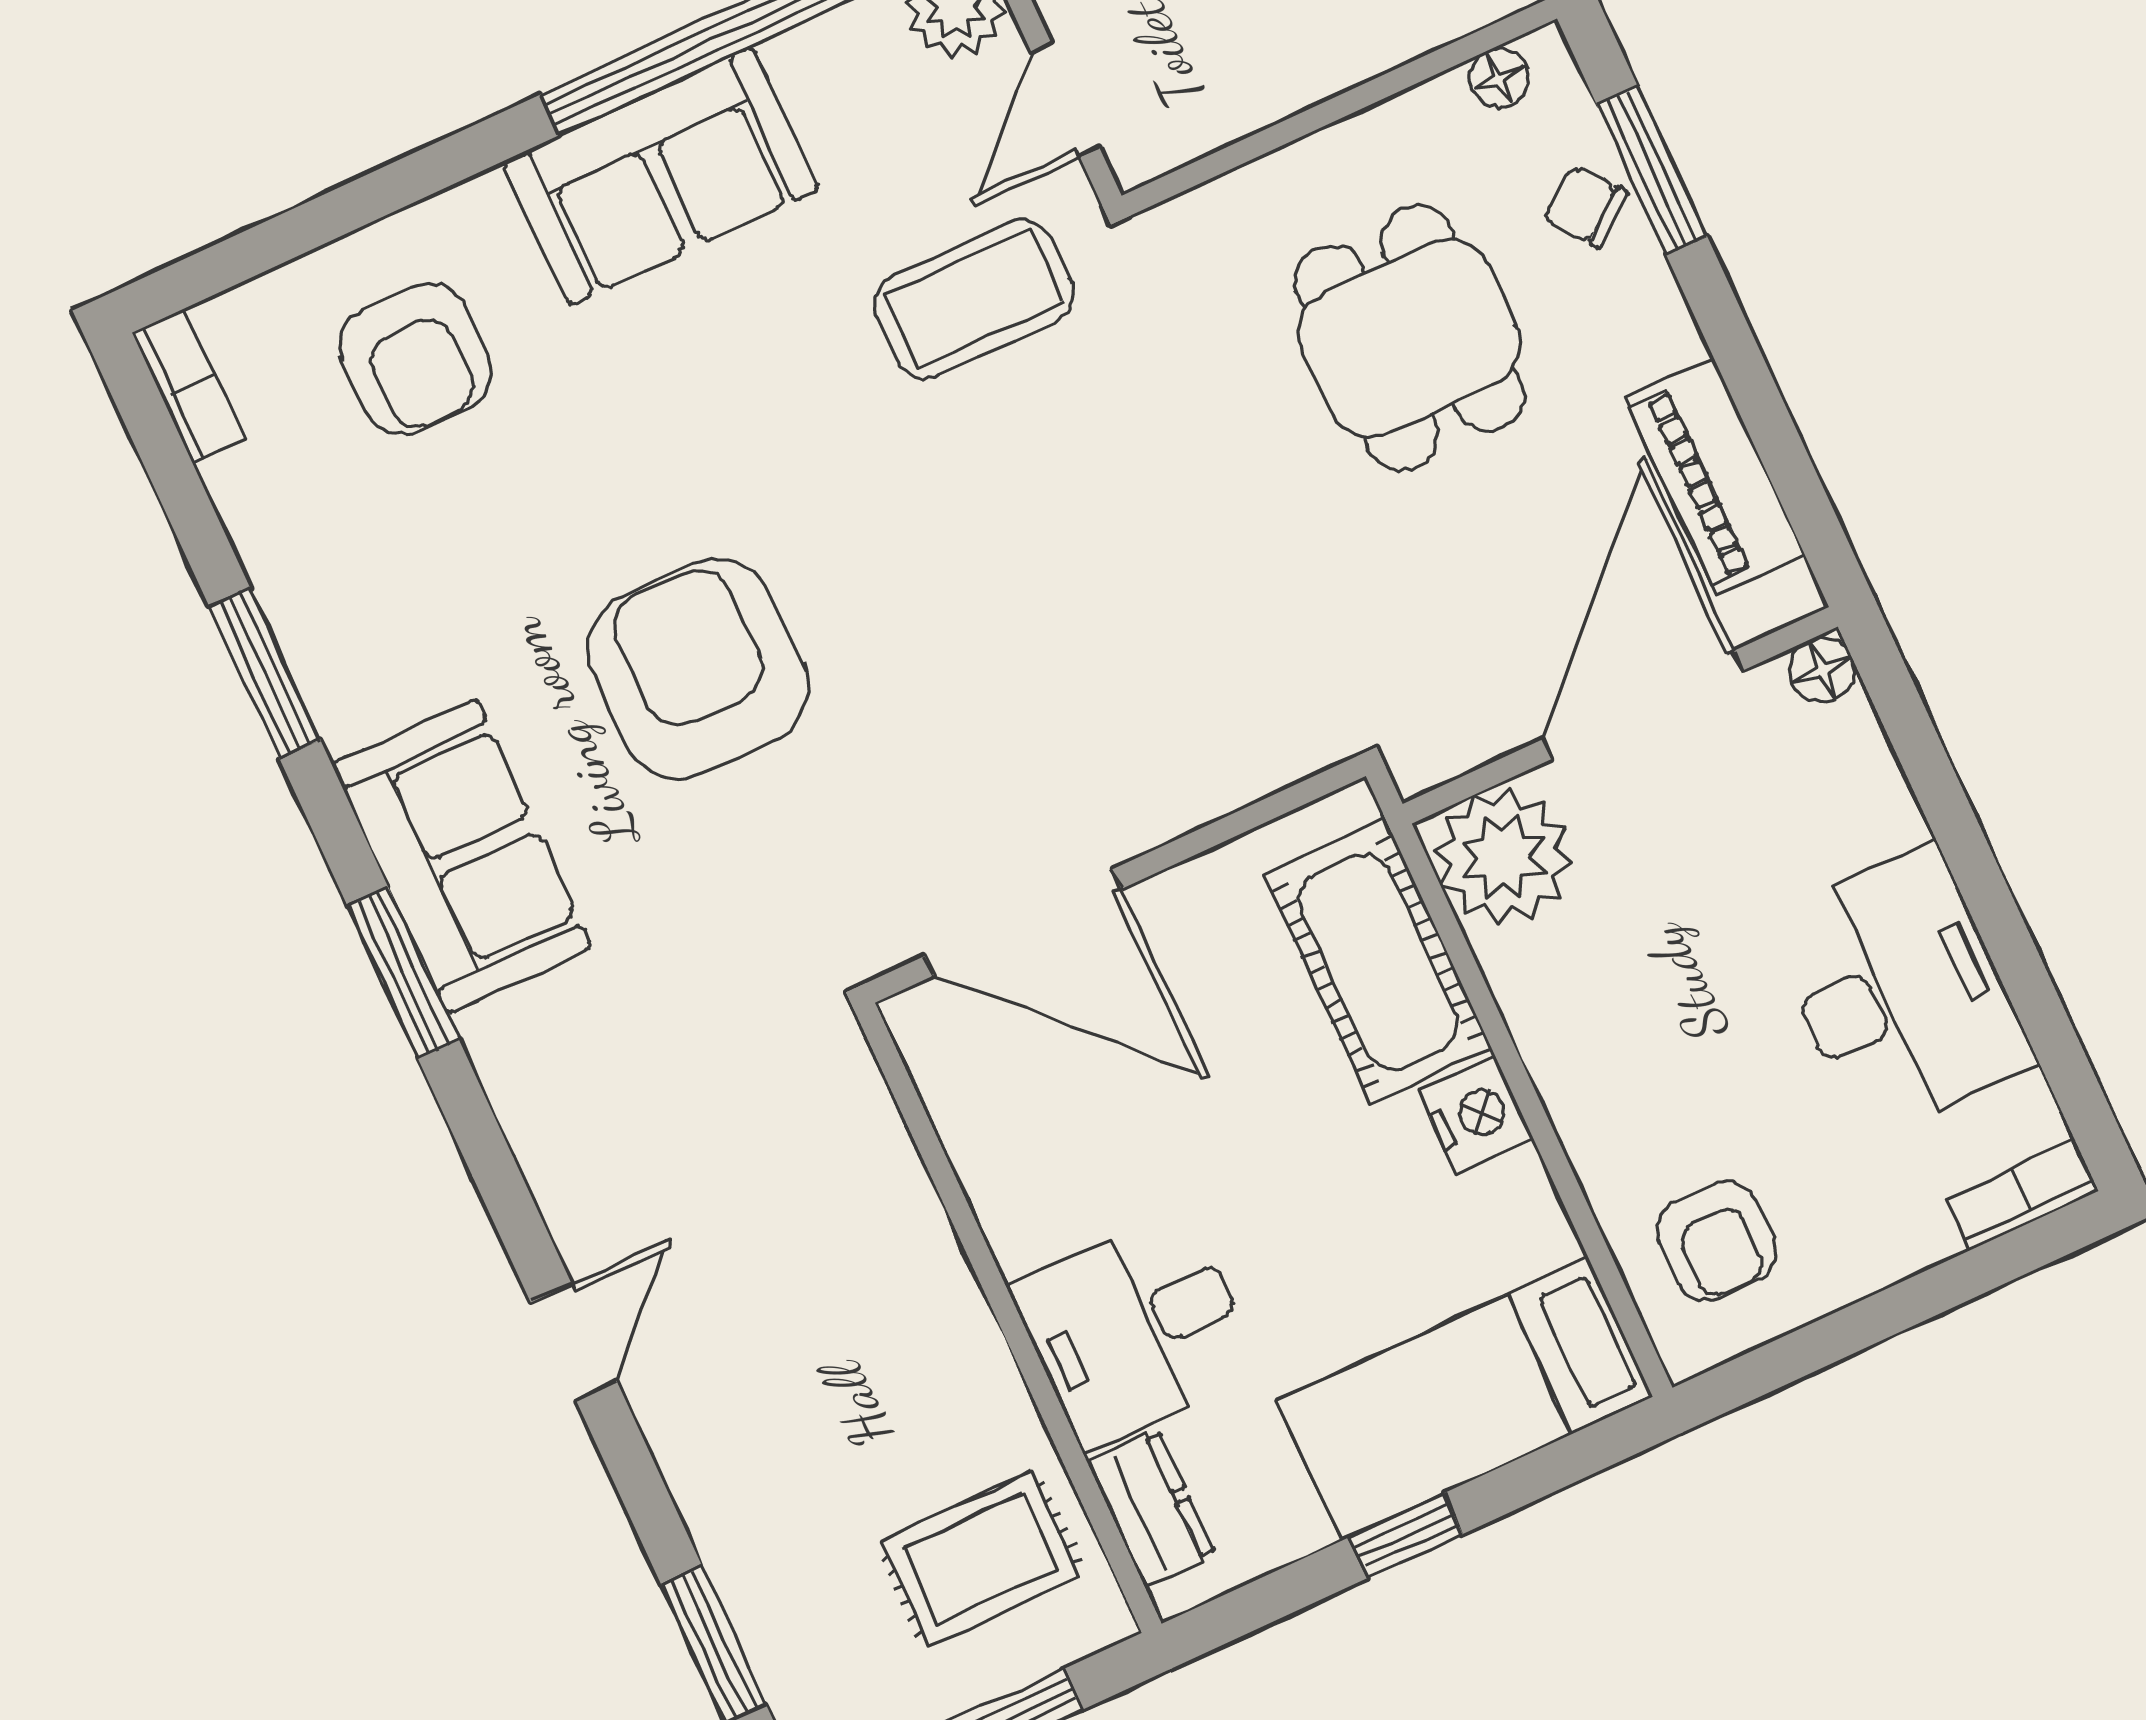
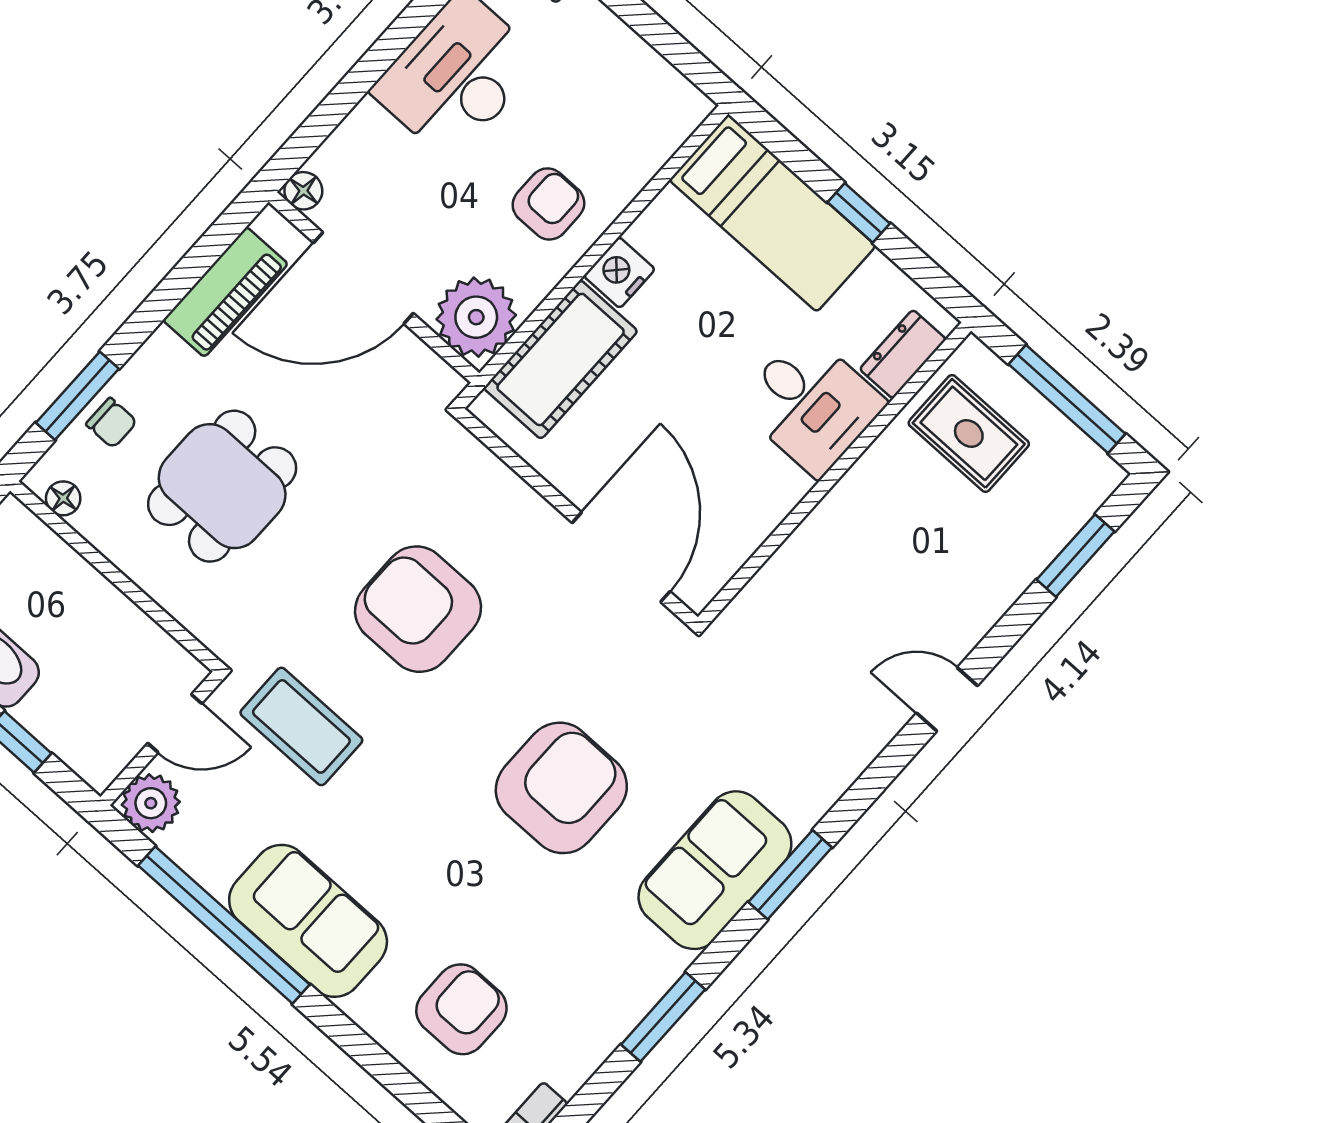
chair: (1586, 206) -> (112, 423), turned -52
armchair: (1080, 564) -> (418, 609), added
armchair: (698, 669) -> (561, 788), turned 180
armchair: (1716, 1240) -> (548, 204), moved

